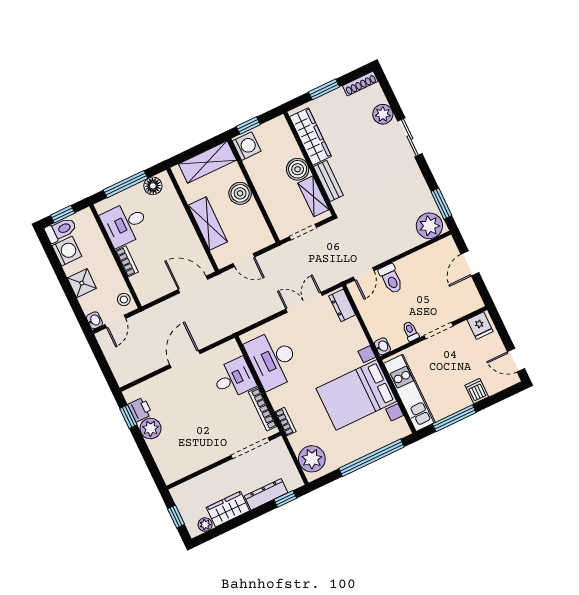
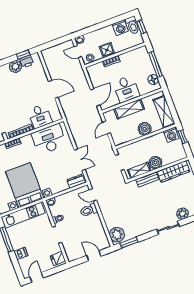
desk: (125, 224) -> (126, 89), moved, turned 180
shower: (82, 283) -> (107, 50), moved

